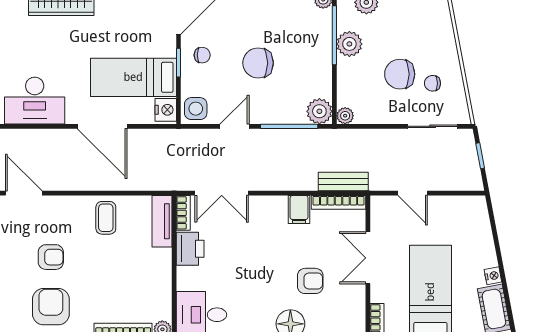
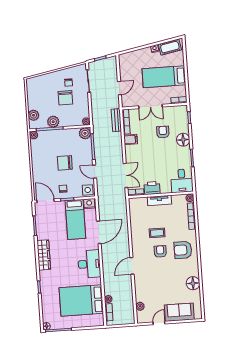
chair: (258, 63) -> (65, 163), turned 90
coffee table: (106, 218) -> (157, 233), moved
tv unit: (162, 221) -> (159, 200), moved

